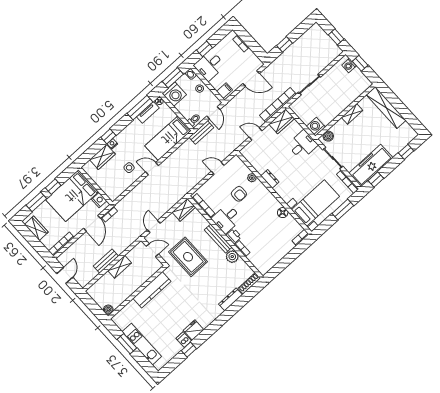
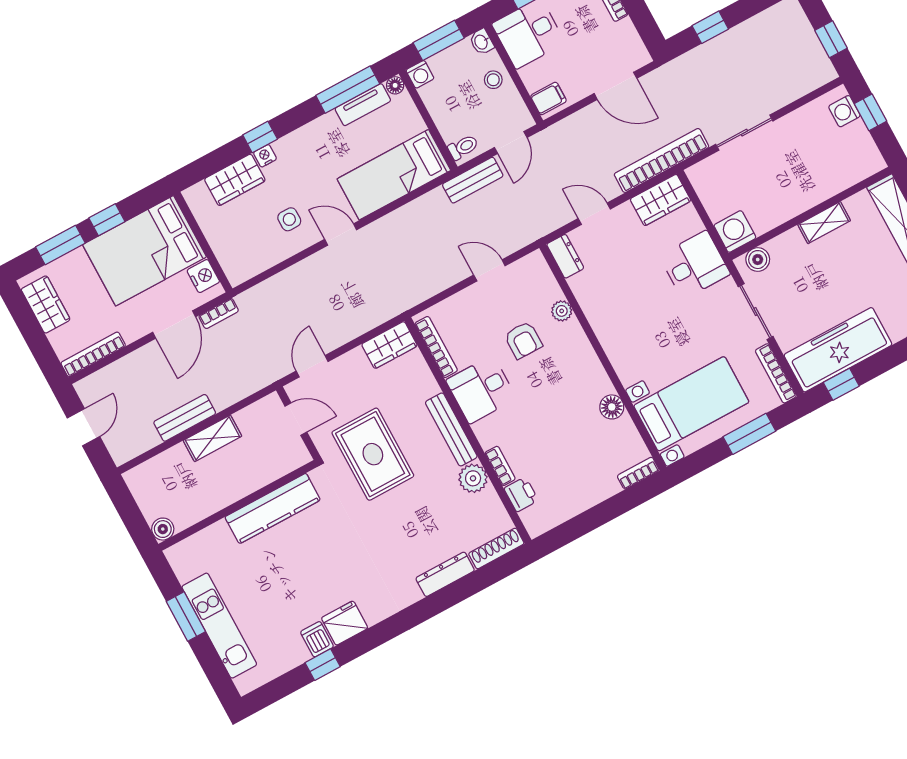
washing machine: (174, 94) -> (420, 74), width x0.53, depth x0.53
dresser: (270, 179) -> (565, 256), moved
printer: (234, 236) -> (521, 494), moved

